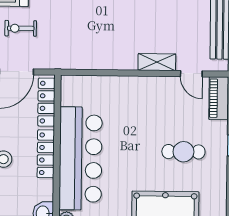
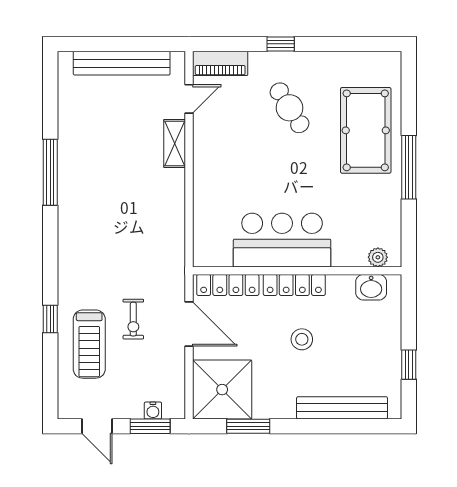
cafe table: (183, 152) -> (290, 108), turned -32
bar counter: (81, 158) -> (282, 240), width x0.73

